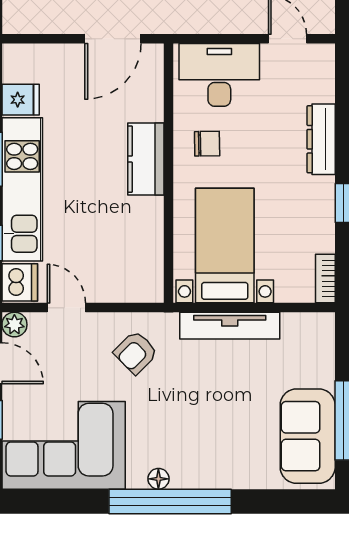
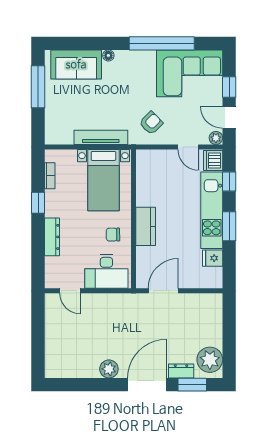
bookcase: (325, 279) -> (50, 176), moved
sofa: (308, 436) -> (76, 65), moved, turned 90
floor lamp: (158, 479) -> (108, 55), moved
window: (170, 502) -> (162, 43), moved

